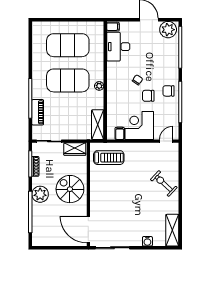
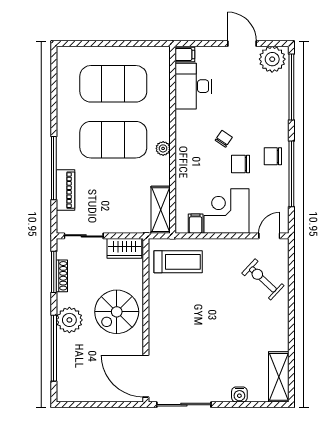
exercise bike: (164, 183) -> (263, 279), moved
spiral stairs: (70, 189) -> (117, 312), turned -90

